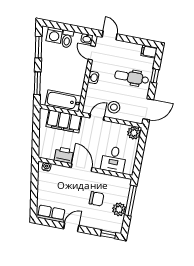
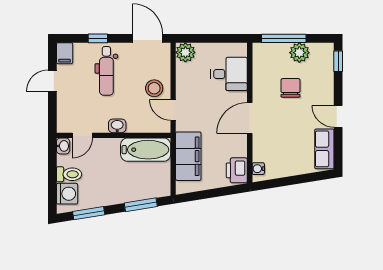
door: (110, 35) -> (52, 81), moved
bathtub: (63, 101) -> (146, 150), moved, turned -90
printer: (64, 155) -> (237, 170), moved

